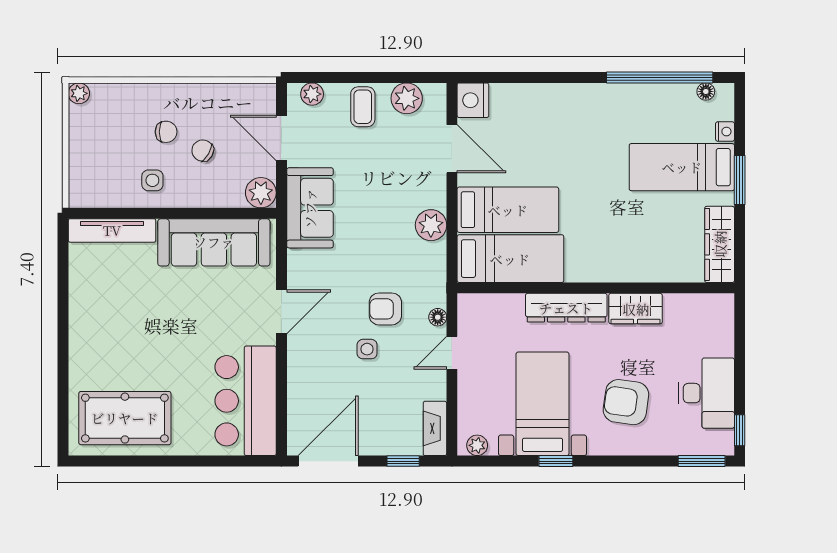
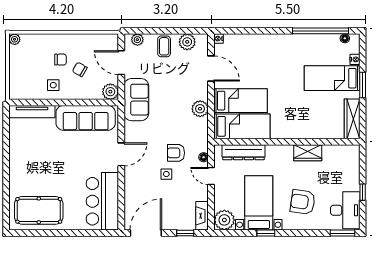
nightstand: (473, 100) -> (218, 39), width x0.53, depth x0.56
dresser: (566, 308) -> (244, 152), moved
door: (452, 353) -> (211, 176), hinge flipped
desk: (707, 393) -> (345, 210), moved
window: (740, 430) -> (363, 192), moved
plant: (477, 445) -> (224, 220), width x1.87, depth x1.87

